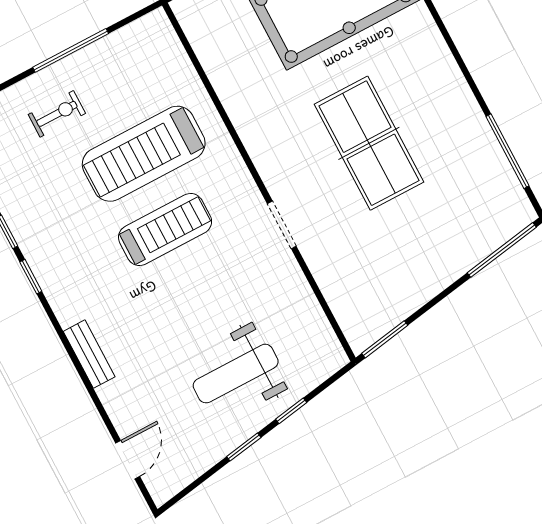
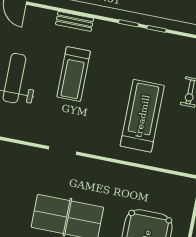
treadmill: (165, 230) -> (74, 74), moved

